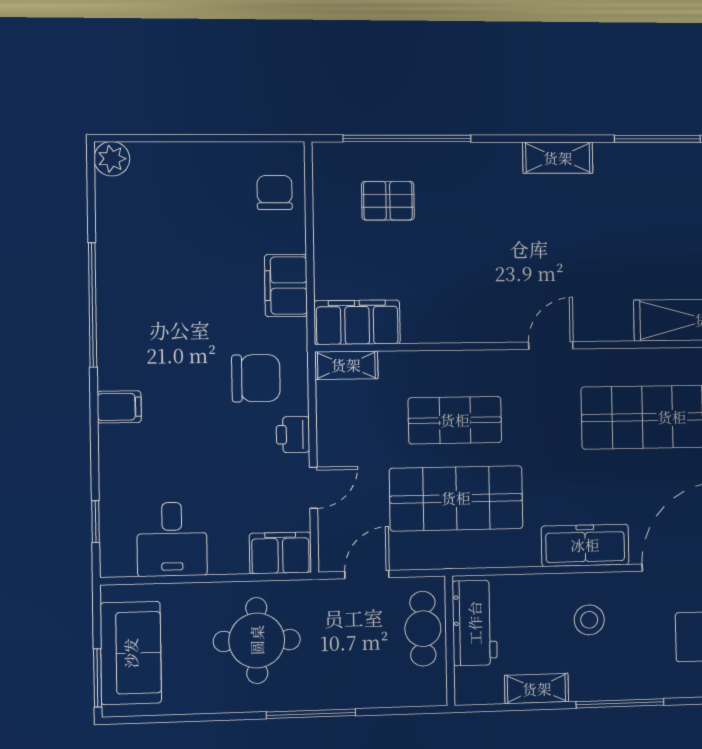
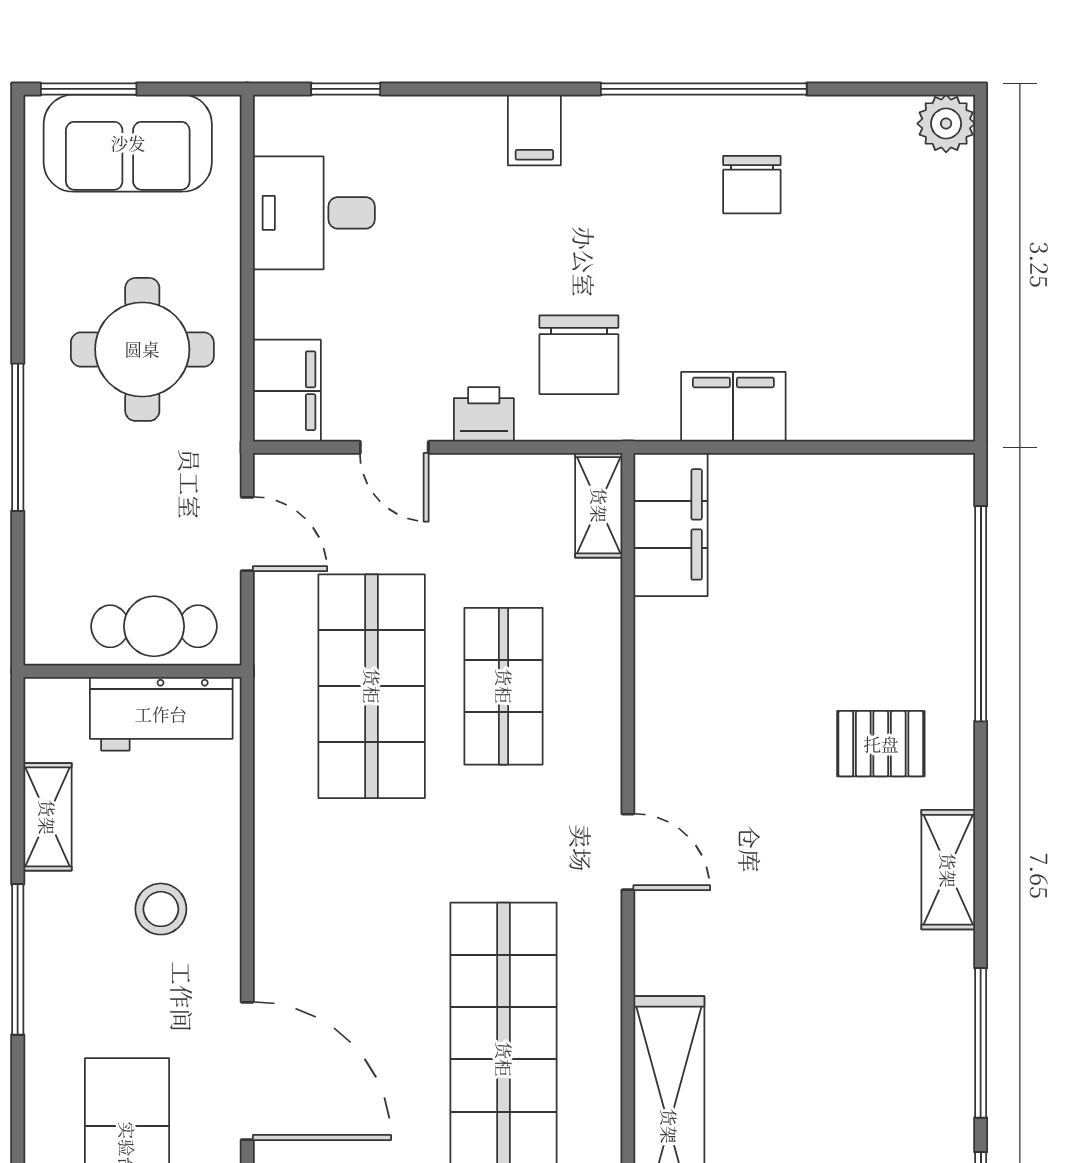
chair: (275, 192) -> (752, 185), moved, turned 90
pallet: (388, 201) -> (881, 744), moved, turned 90
freezer: (585, 545) -> (287, 904), removed

